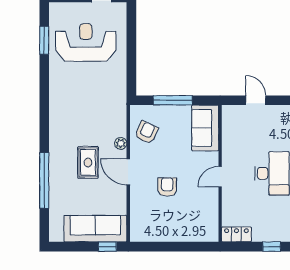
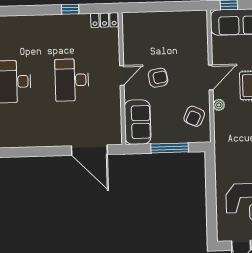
door: (256, 100) -> (89, 150), width x1.87
door: (128, 172) -> (211, 78), hinge flipped
armchair: (167, 187) -> (158, 78), moved, turned -100

